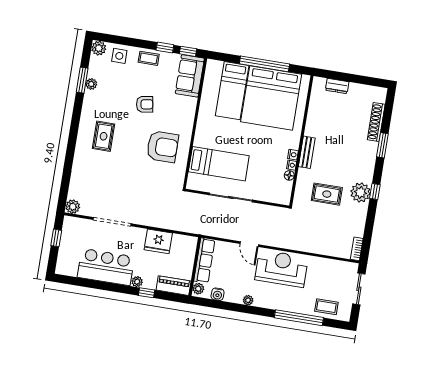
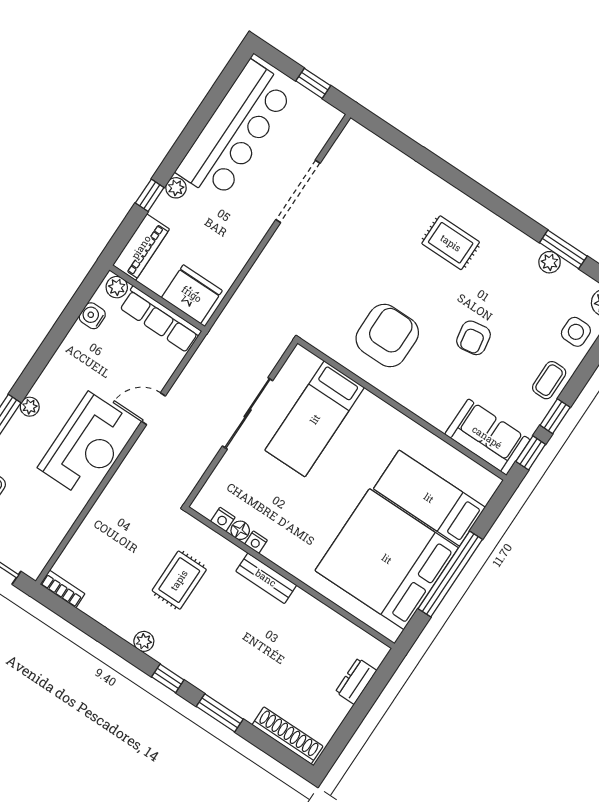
shoe rack: (376, 122) -> (287, 736), moved
armchair: (162, 147) -> (387, 336), turned 180
nightstand: (293, 155) -> (223, 519), moved
plant: (360, 192) -> (144, 641), width x0.53, depth x0.53
window: (375, 192) -> (168, 678), moved
plant: (73, 207) -> (354, 136), removed
fridge: (158, 241) -> (192, 294), moved, turned 90
bar counter: (106, 267) -> (235, 130), width x1.36
plant: (248, 300) -> (30, 407), moved

